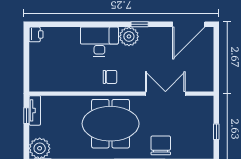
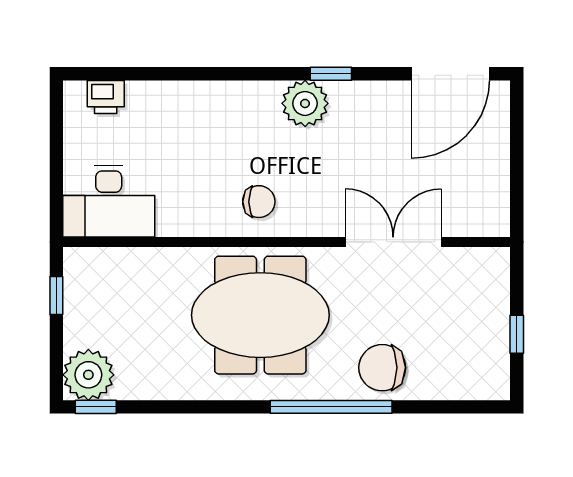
printer: (36, 34) -> (106, 97), moved, turned 90
desk: (99, 42) -> (109, 201), moved, turned 180
tv unit: (35, 110) -> (77, 283), removed
chair: (161, 145) -> (382, 368), turned -90

